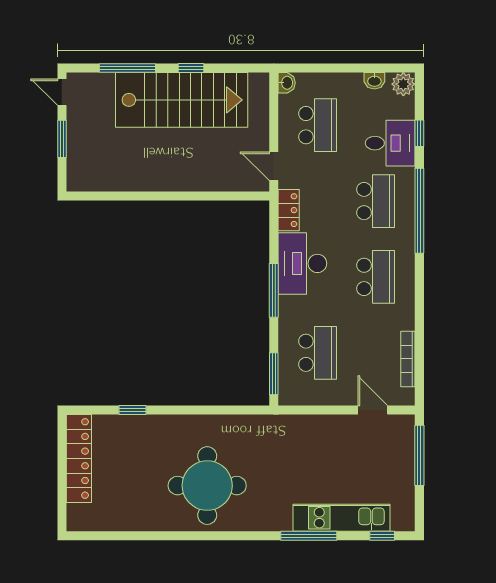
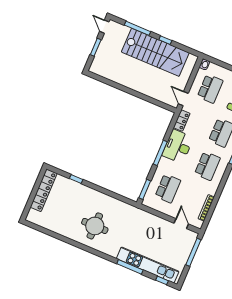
round table: (207, 486) -> (95, 226), width x0.73, depth x0.73
kitchen unit: (342, 518) -> (148, 265), width x1.36

